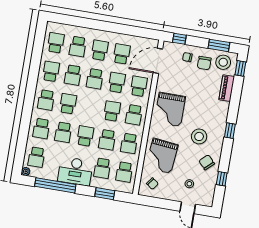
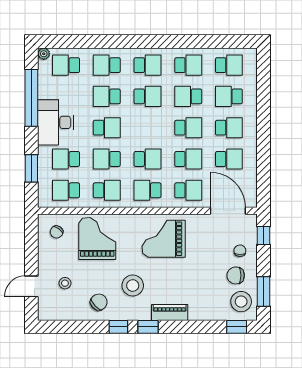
school desk: (95, 79) -> (188, 128), turned 180
piano: (227, 88) -> (170, 312), moved
school desk: (46, 100) -> (147, 65), turned 180
school desk: (129, 143) -> (107, 190), turned 180
grand piano: (162, 156) -> (97, 239), turned 84
window: (222, 179) -> (118, 327), moved

